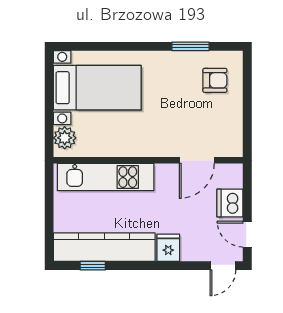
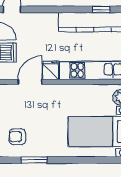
fridge: (168, 248) -> (50, 70), moved, turned 180

